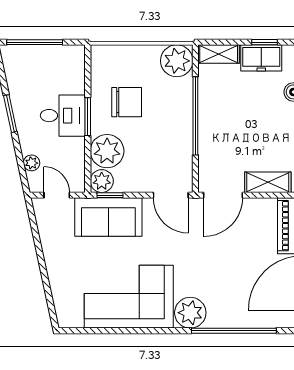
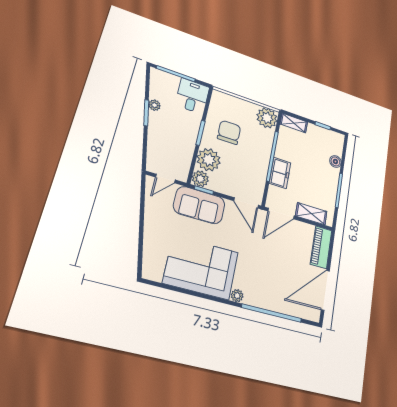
freezer: (261, 58) -> (280, 173), moved, turned -90
chair: (127, 102) -> (229, 132), turned -90
desk: (63, 116) -> (192, 96), moved, turned -90
plant: (32, 163) -> (155, 105), moved
door: (57, 195) -> (165, 179), swing flipped
plant: (190, 313) -> (237, 296), width x0.53, depth x0.53

